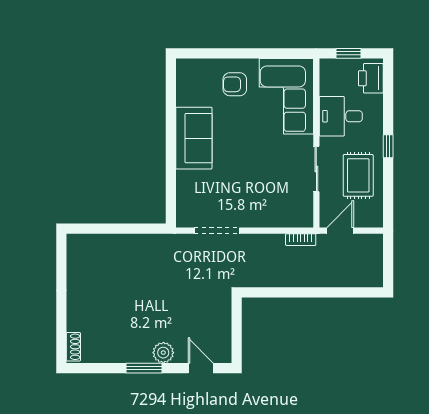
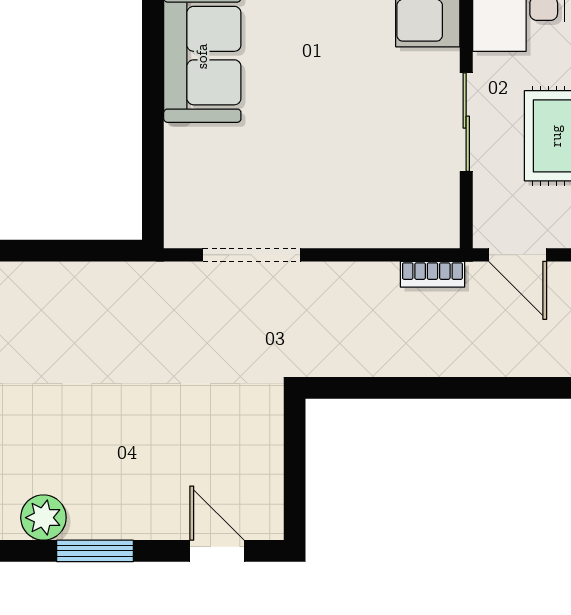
door: (340, 231) -> (518, 255), swing flipped
plant: (163, 353) -> (43, 518), moved

